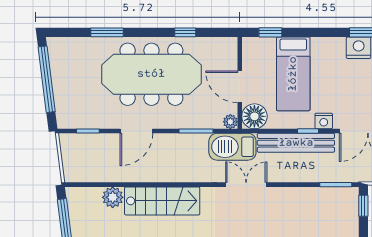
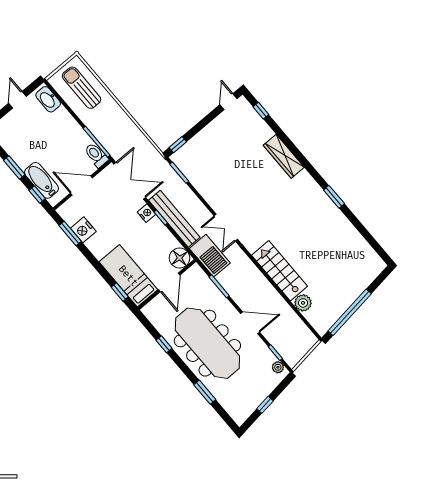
bed: (293, 74) -> (128, 276), moved, turned -90
window: (47, 79) -> (265, 405), width x0.32
plant: (230, 122) -> (278, 367), moved

